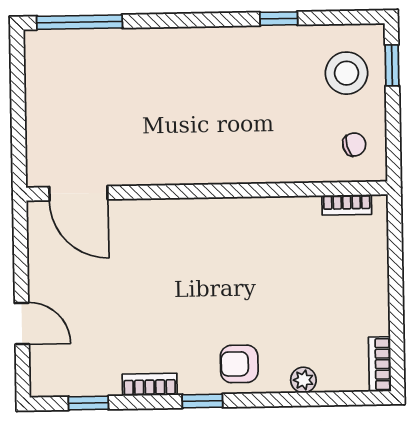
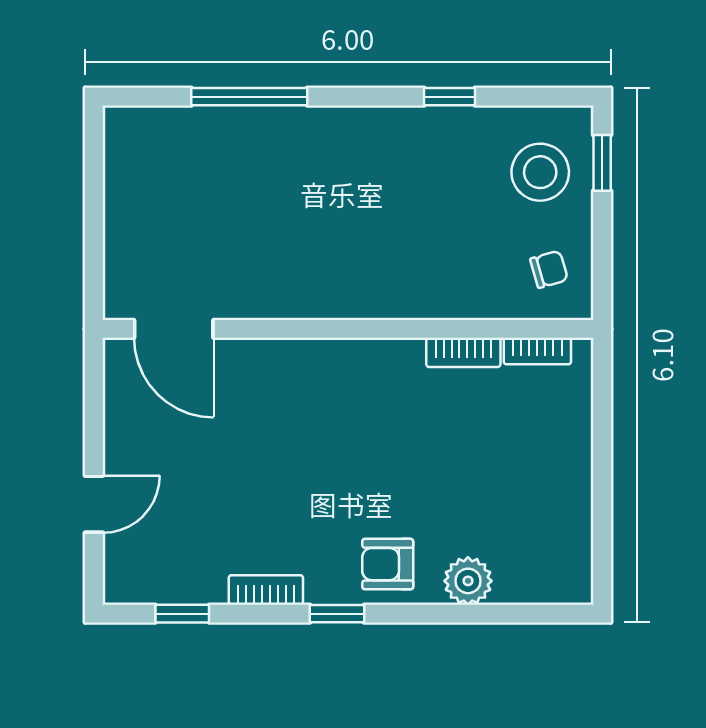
window: (79, 22) -> (249, 97), moved
door: (22, 324) -> (94, 504), hinge flipped
bookcase: (380, 364) -> (463, 352), moved, turned -90
plant: (303, 380) -> (468, 581), width x1.38, depth x1.38

